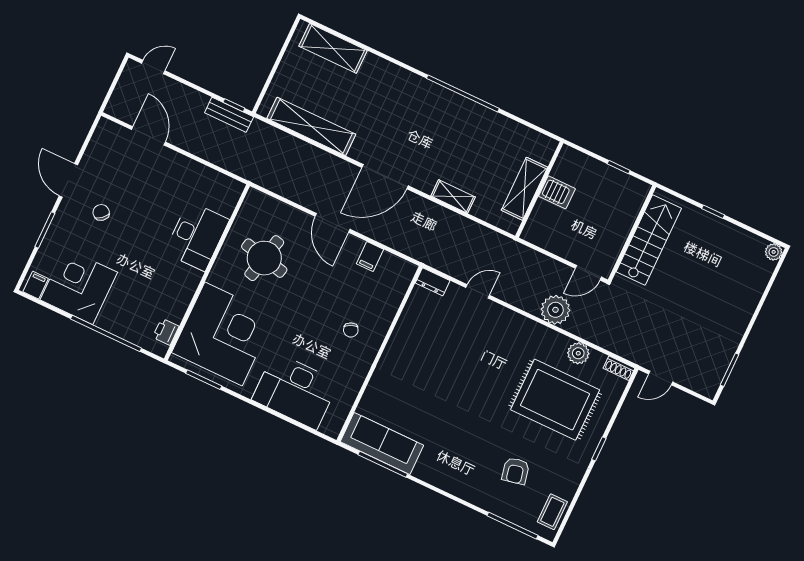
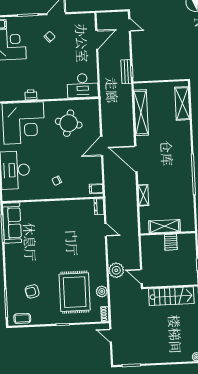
desk: (197, 236) -> (83, 86), moved
filing cabinet: (370, 257) -> (96, 189), moved
printer: (166, 332) -> (31, 95), moved

